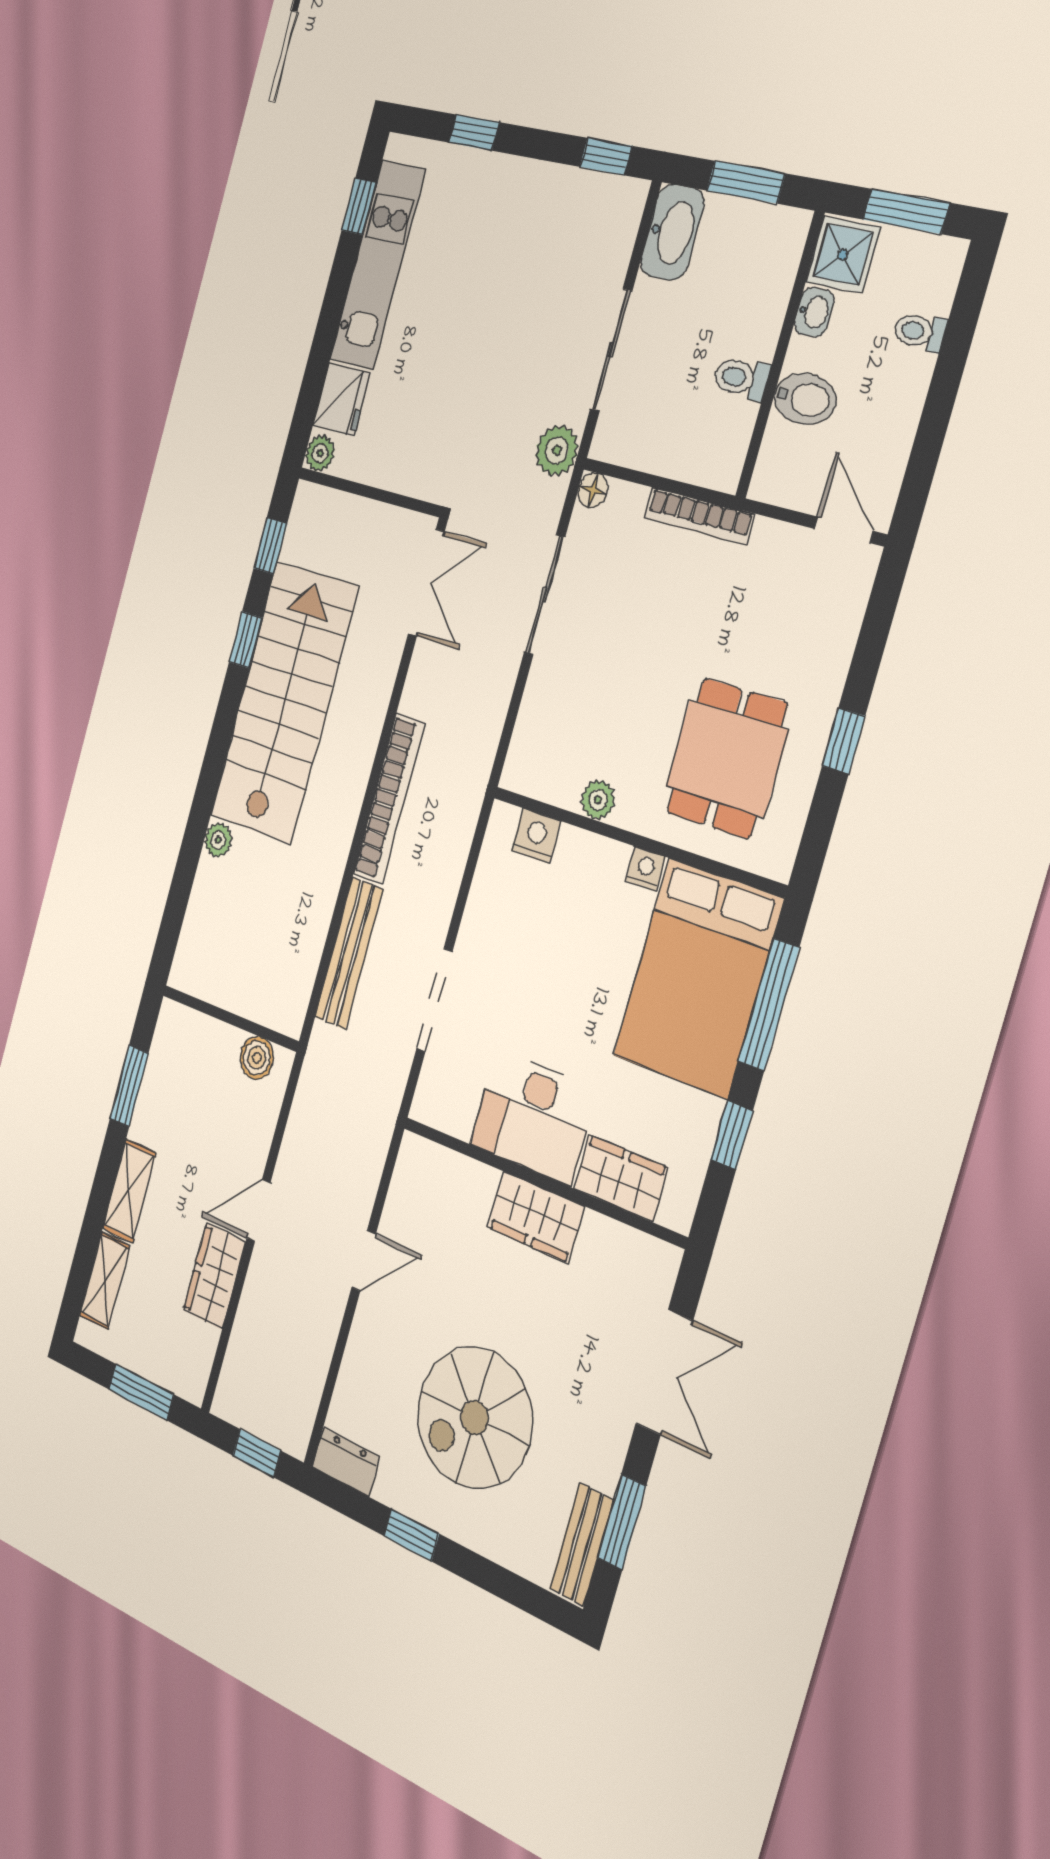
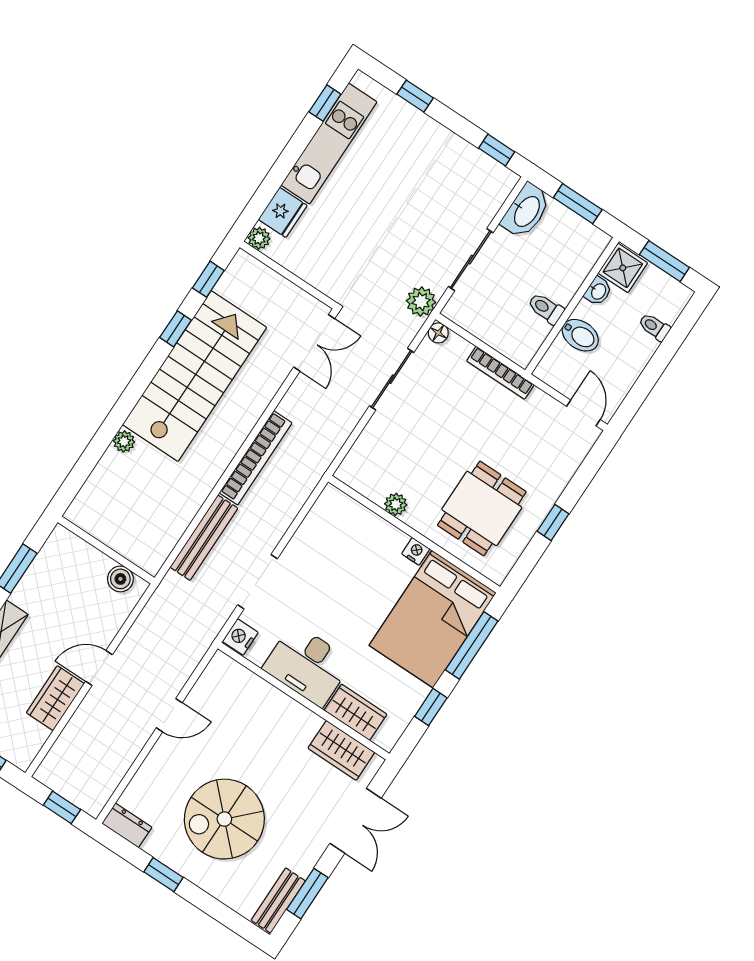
nightstand: (536, 836) -> (240, 637), moved, turned -90
wardrobe: (536, 1217) -> (341, 750), moved

